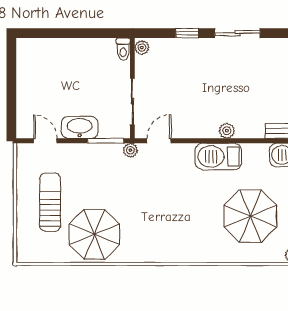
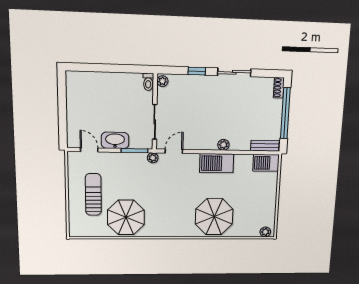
parasol: (250, 216) -> (214, 217), moved

